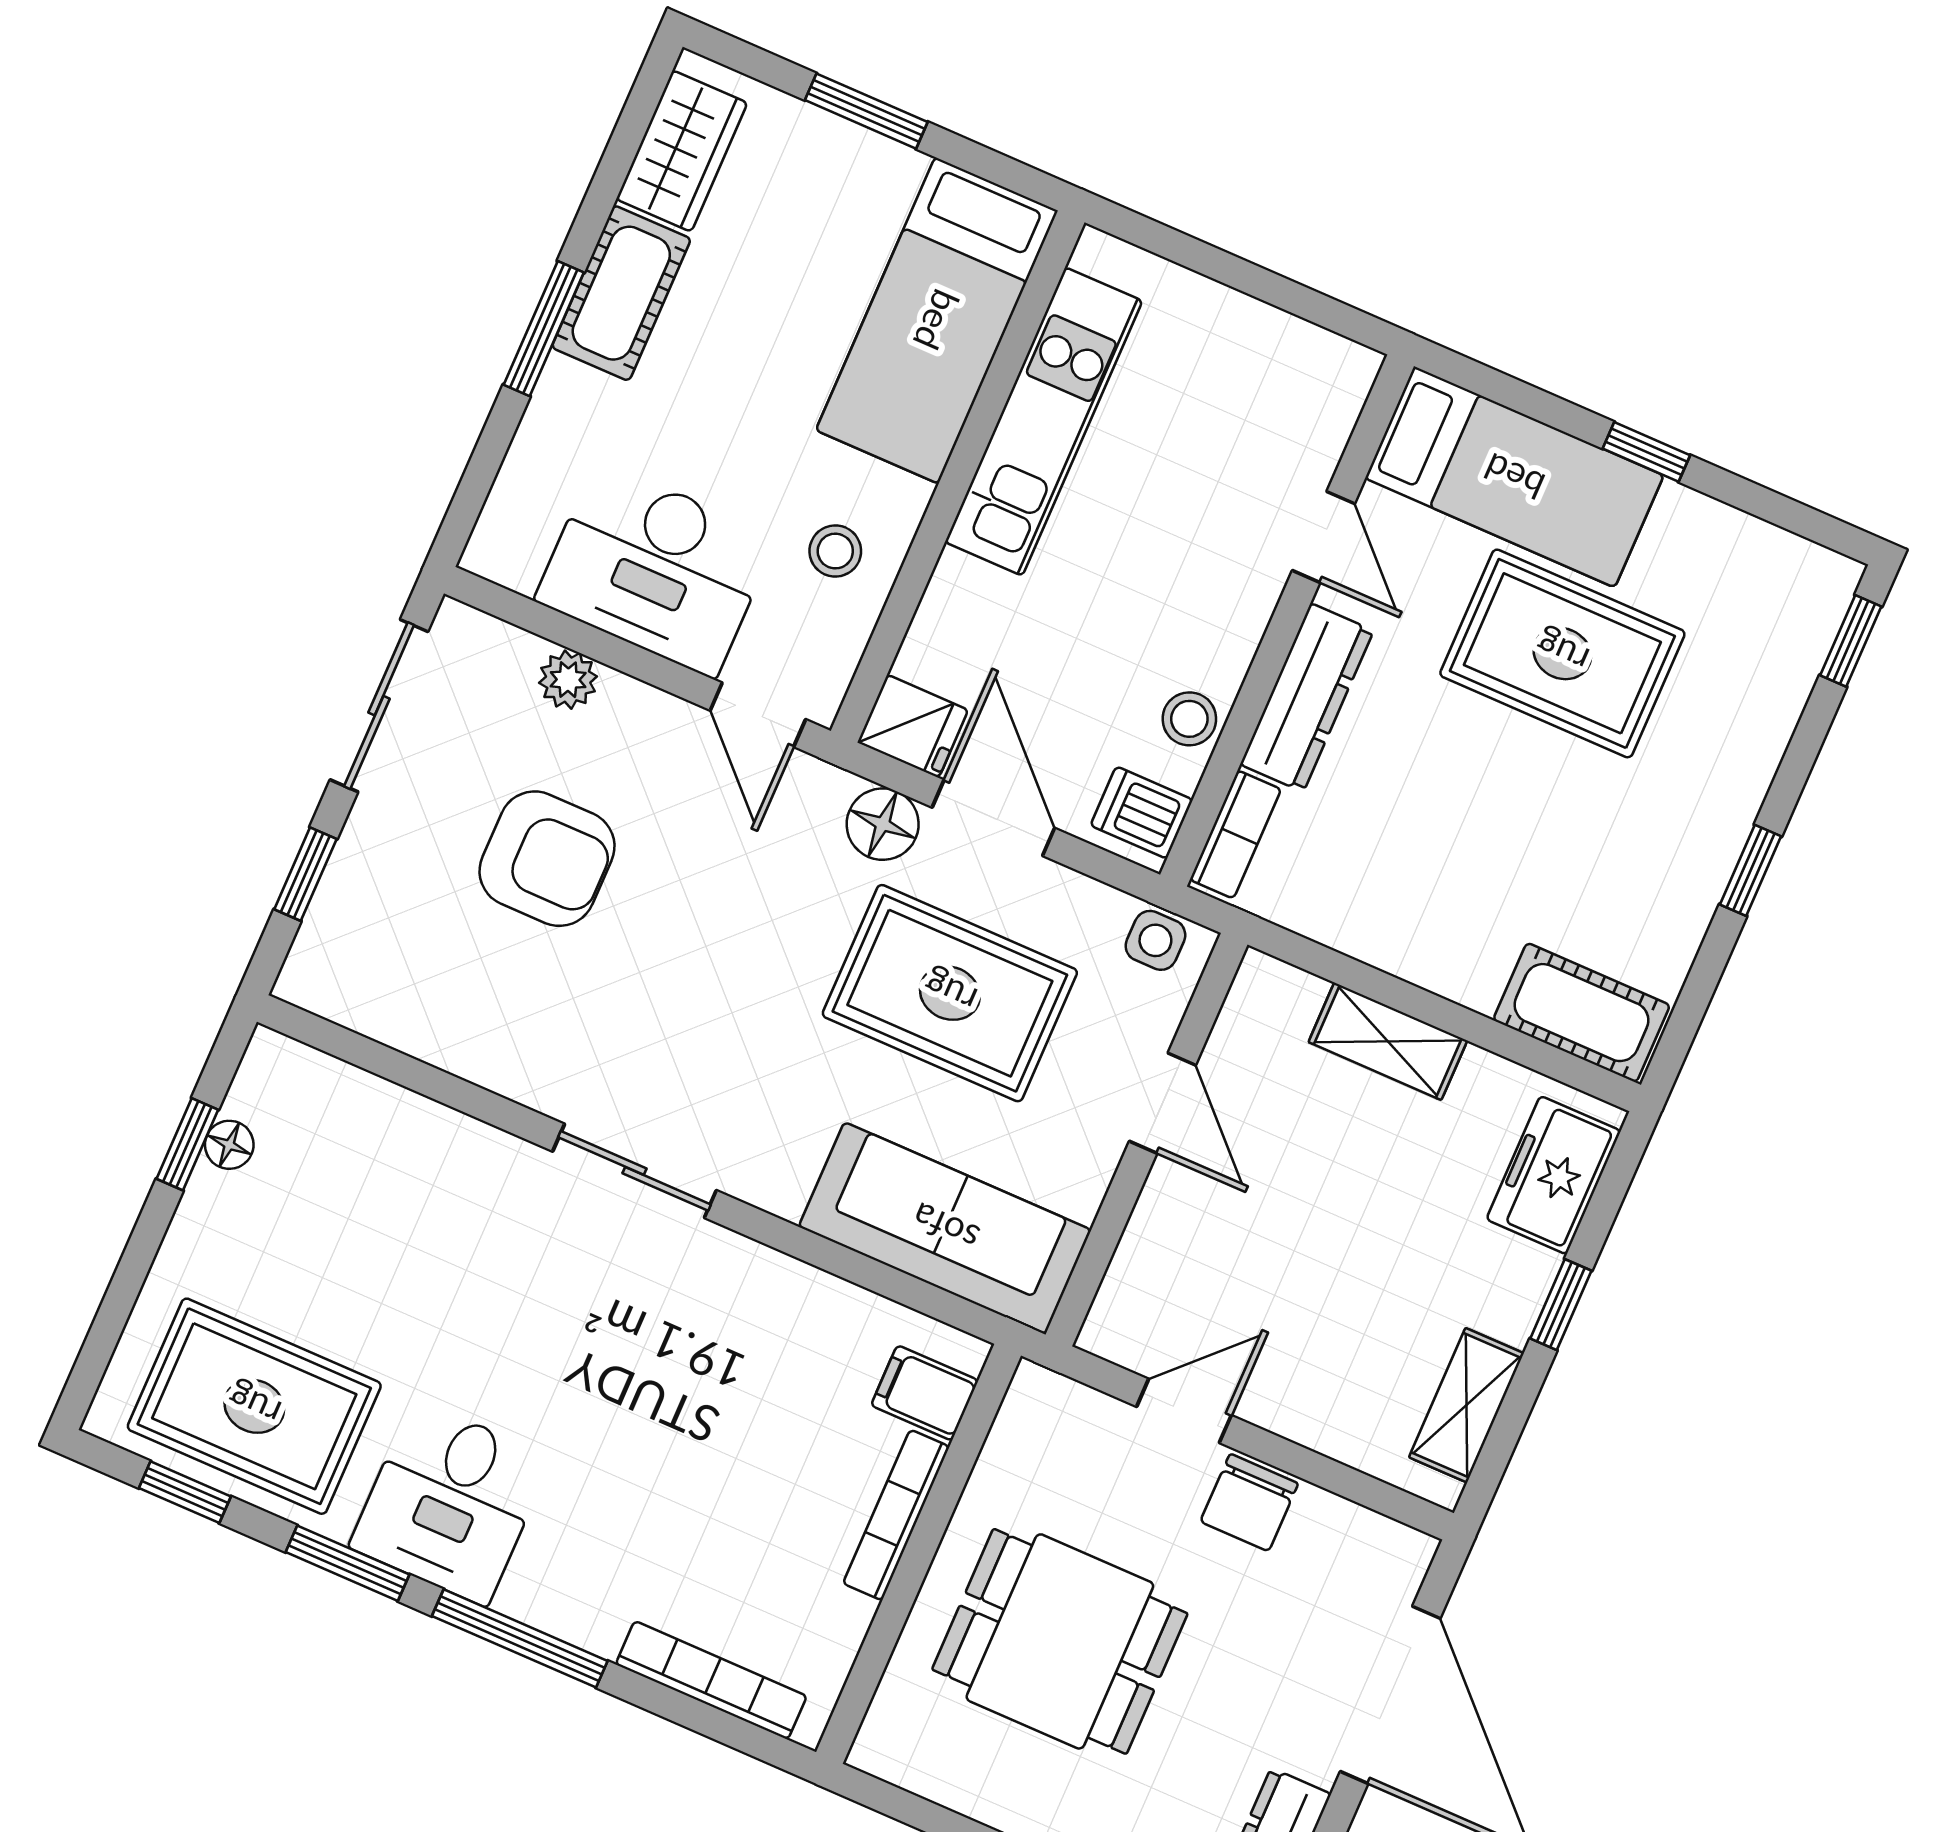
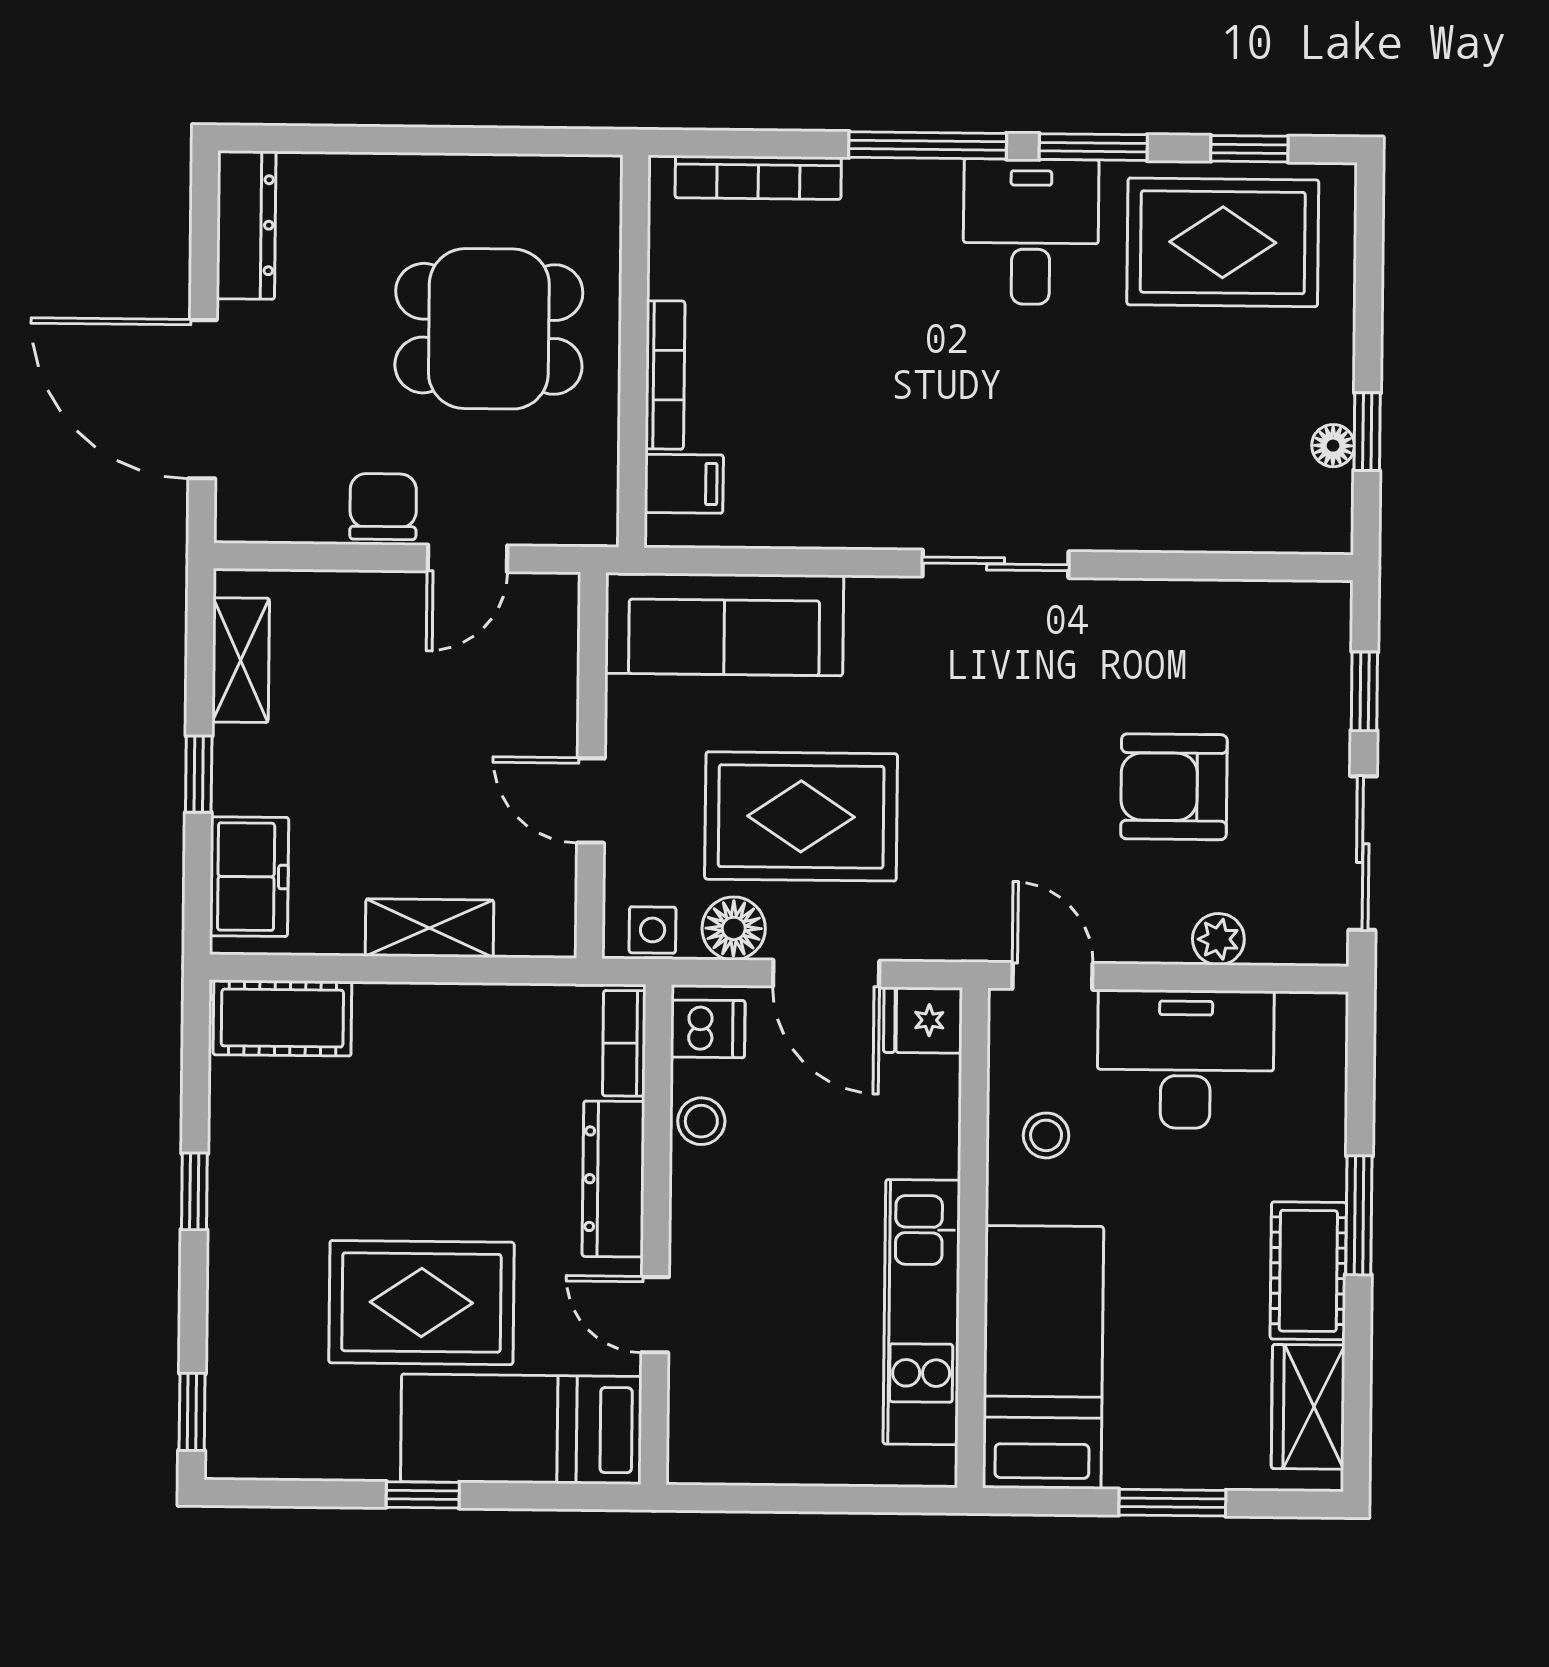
floor lamp: (883, 824) -> (734, 928), moved

